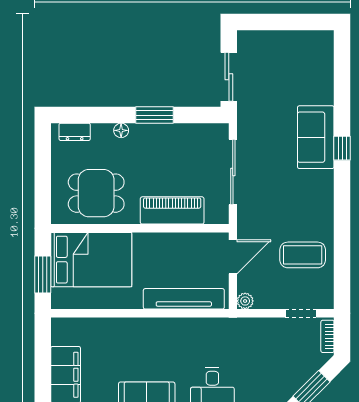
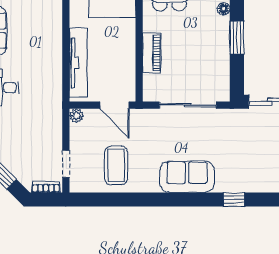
sofa: (316, 137) -> (187, 177), moved
window: (342, 148) -> (234, 200), moved
piano: (172, 210) -> (152, 53), width x0.73, depth x0.75

